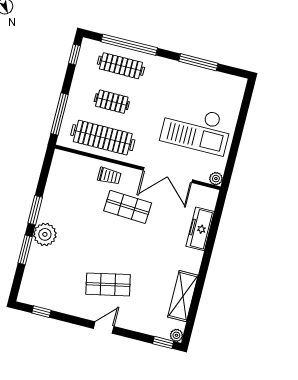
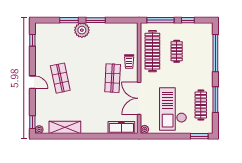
window: (75, 55) -> (188, 20), moved
clothes rail: (121, 66) -> (201, 105), moved
window: (246, 100) -> (199, 136), added
freezer: (200, 229) -> (121, 127), moved

